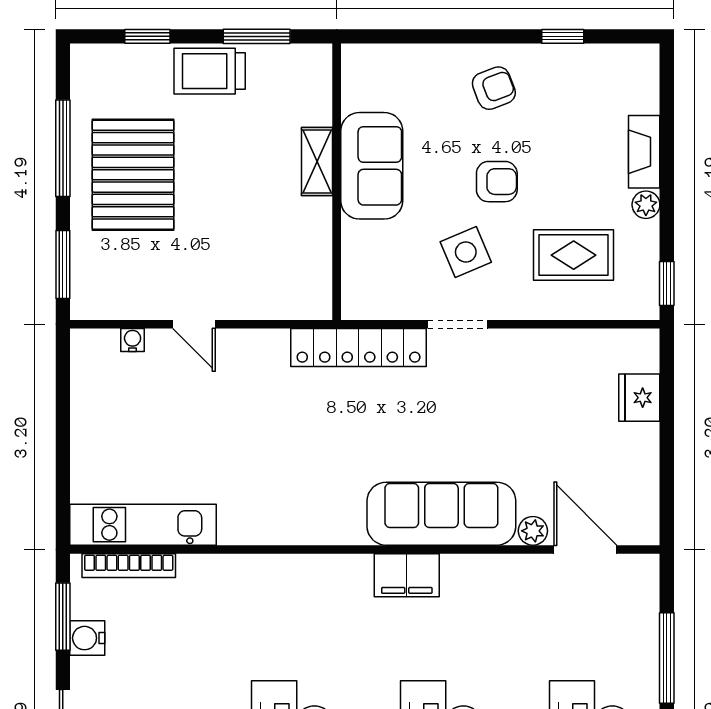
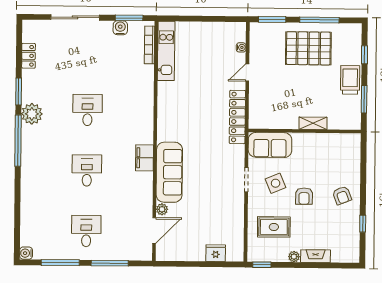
sofa: (372, 166) -> (270, 145), moved
rug: (574, 255) -> (274, 227), turned 90
locker: (359, 348) -> (237, 117), moved

